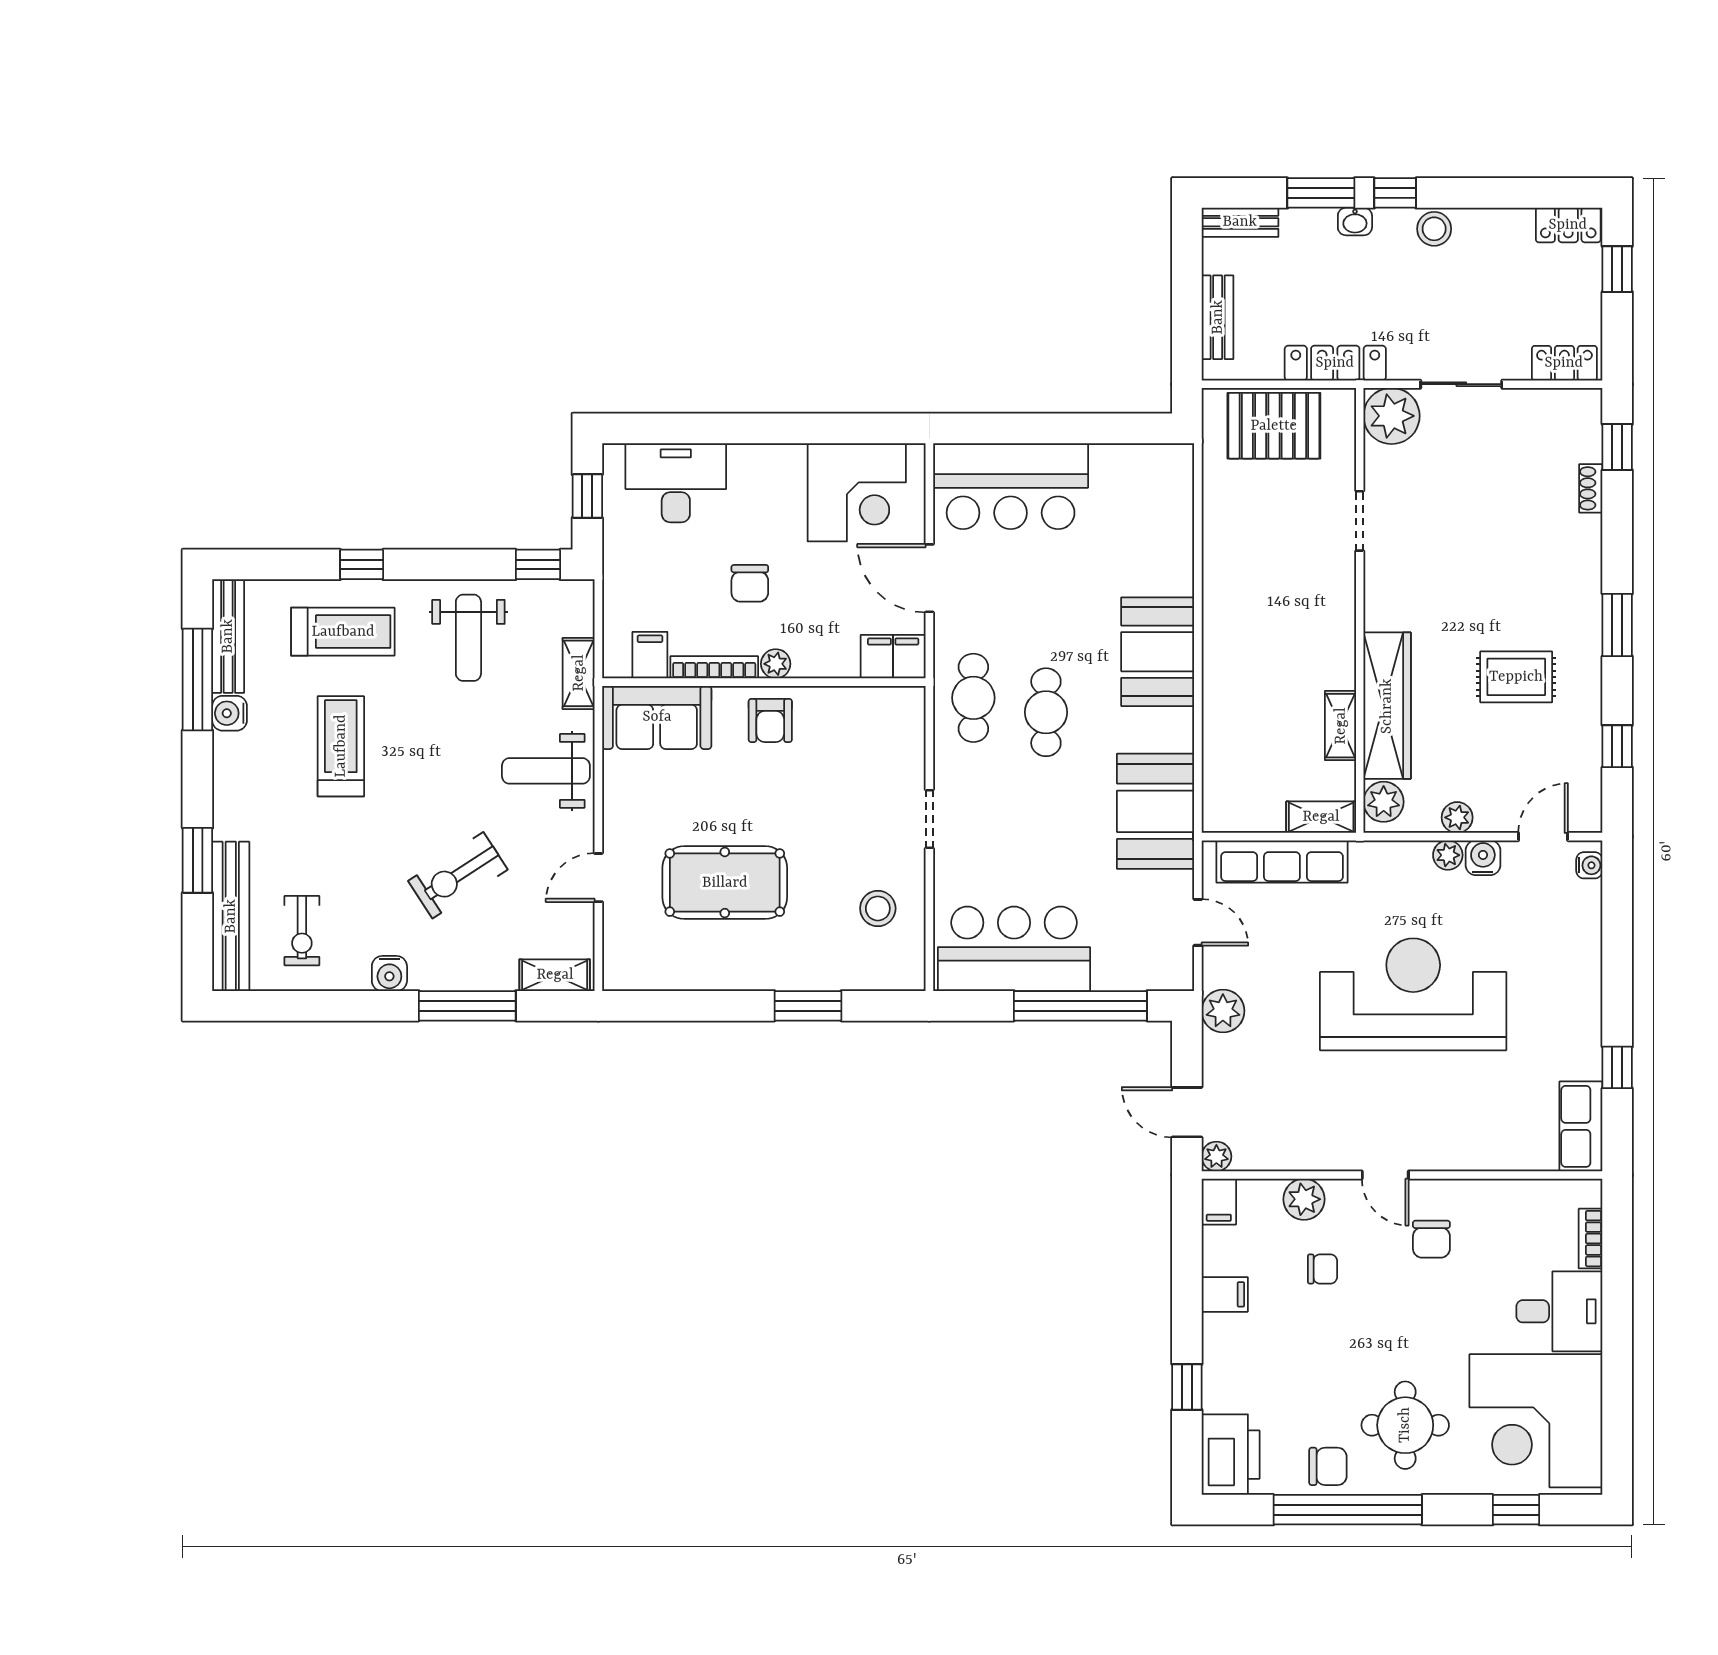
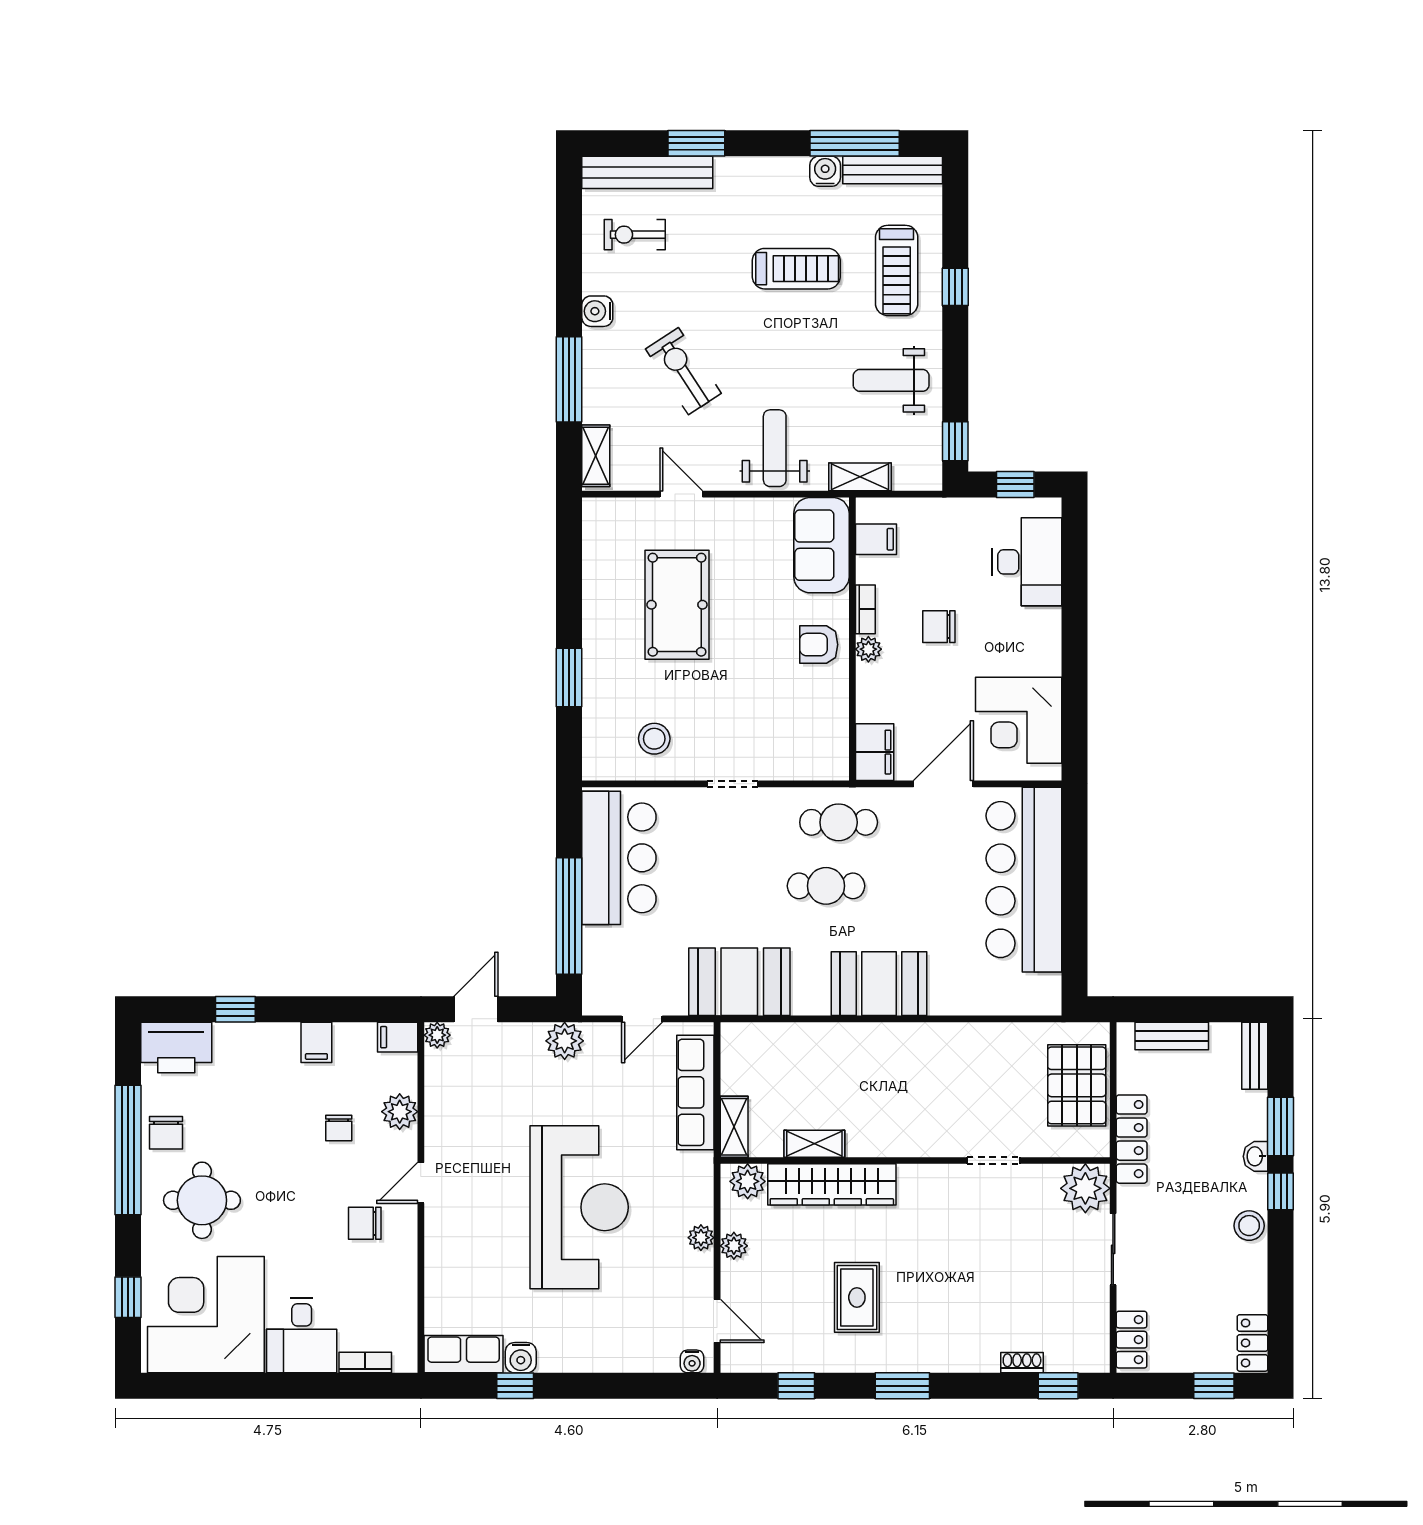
bar counter: (1011, 486) -> (1024, 880), width x1.36
bookcase: (714, 667) -> (865, 609), width x0.64
water cooler: (1483, 858) -> (521, 1358), moved, turned 90

